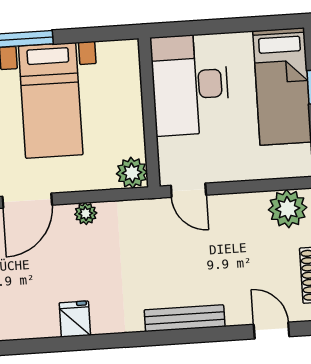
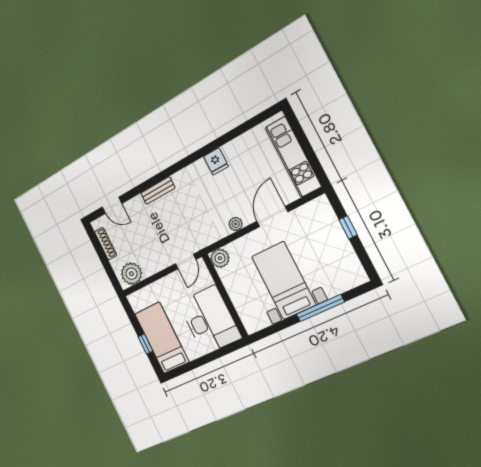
door: (188, 190) -> (186, 262), swing flipped
bench: (185, 318) -> (158, 191), width x0.73

